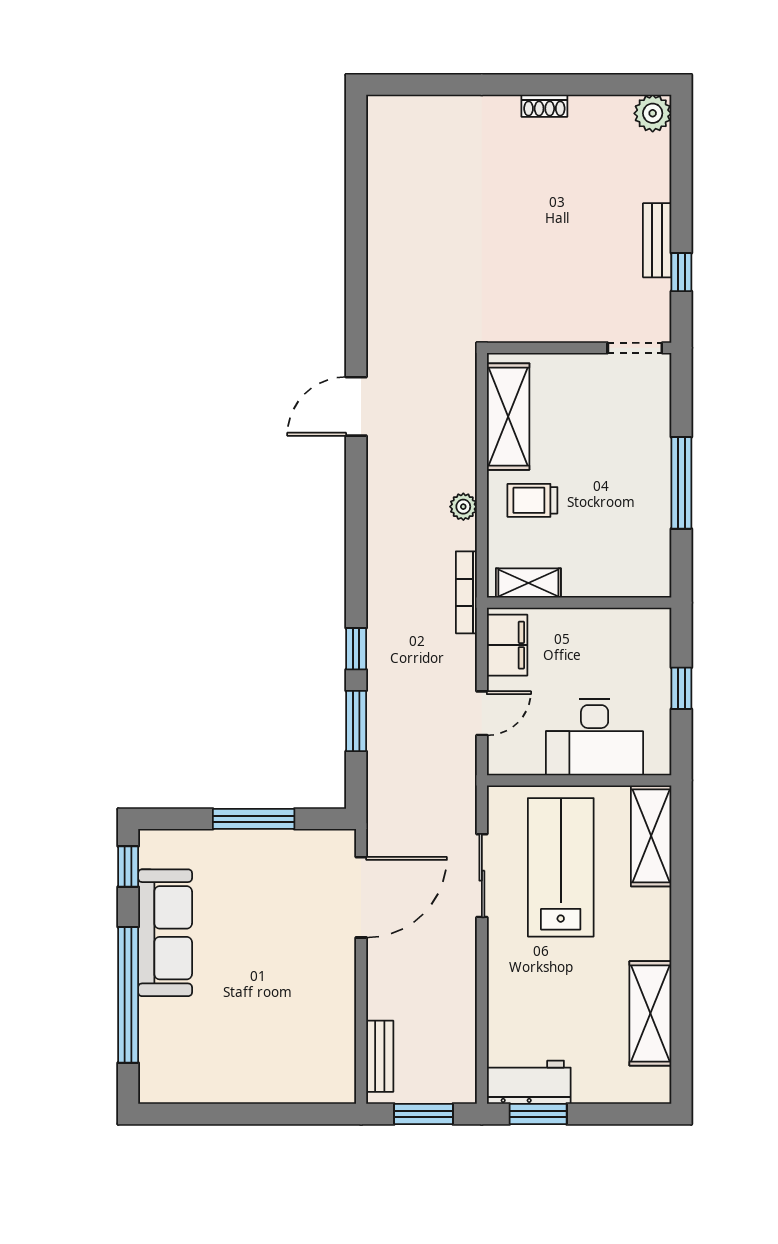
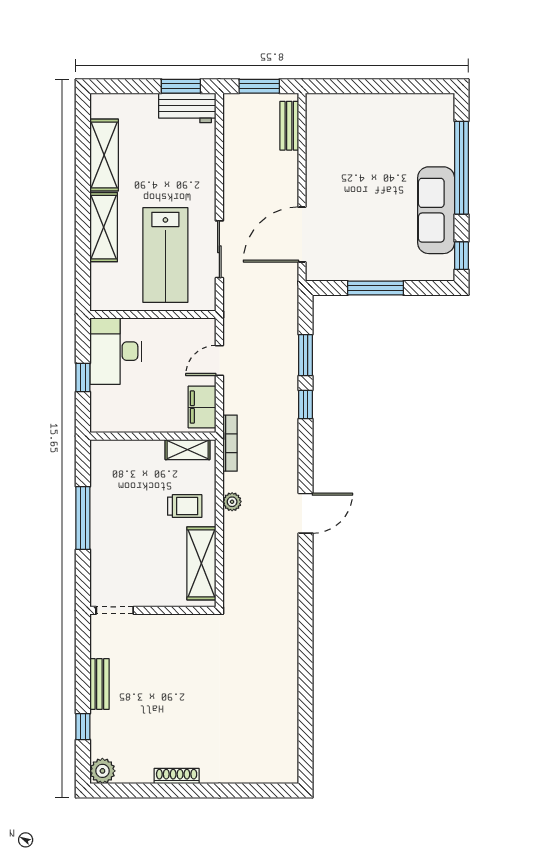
shoe rack: (544, 106) -> (177, 776), width x1.43
window: (681, 272) -> (83, 727), moved
door: (356, 406) -> (305, 513), moved
desk: (595, 737) -> (116, 351), moved, turned -90
shelving: (651, 836) -> (104, 227), moved

